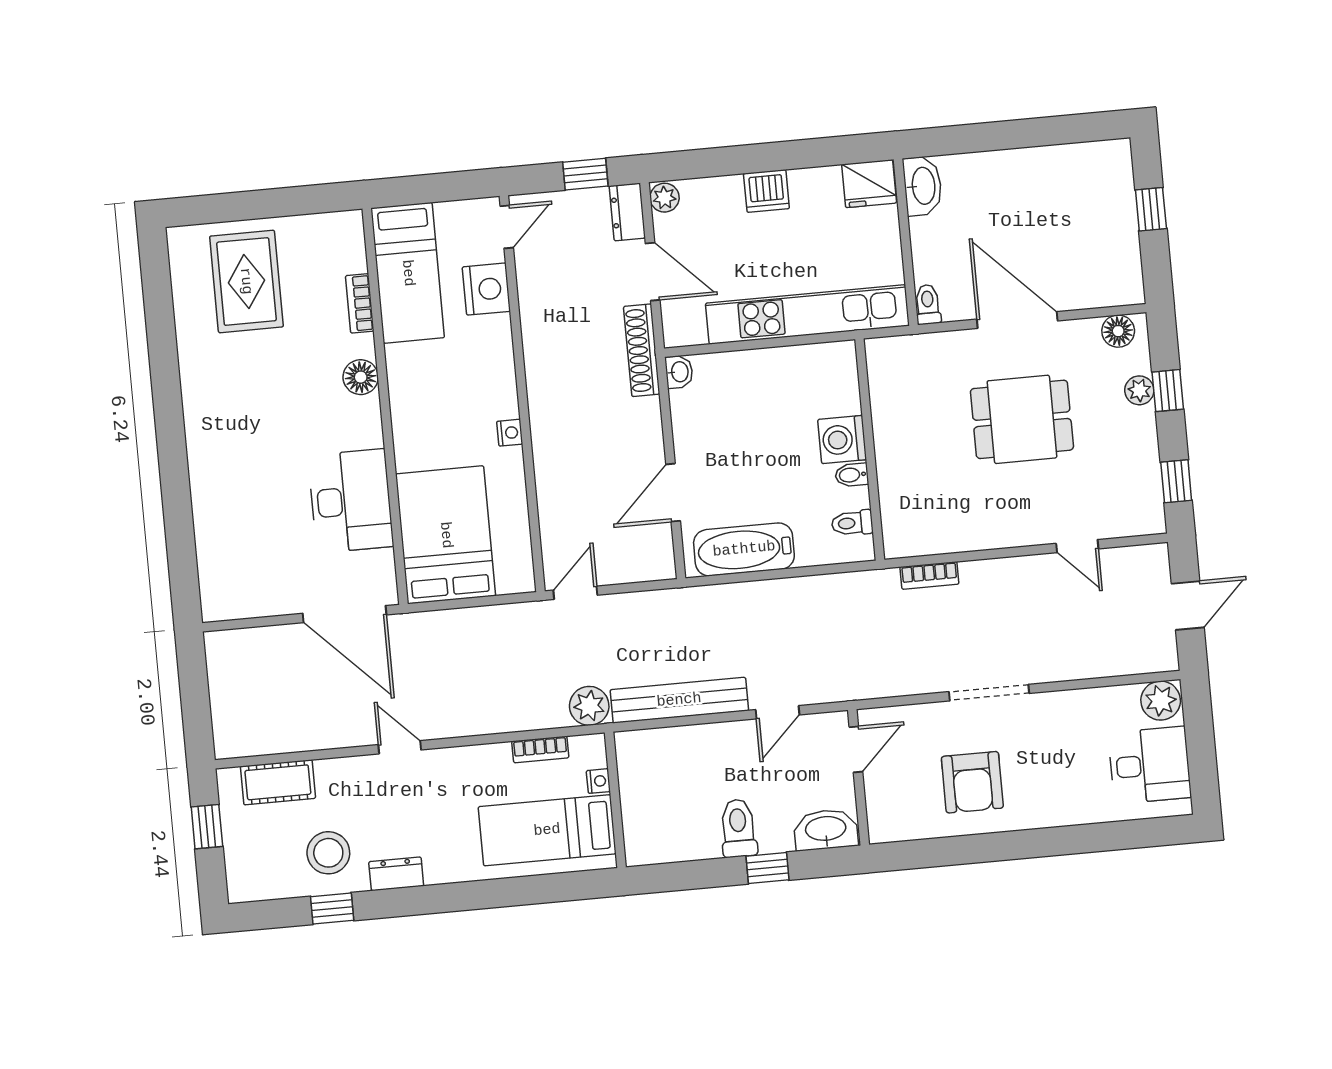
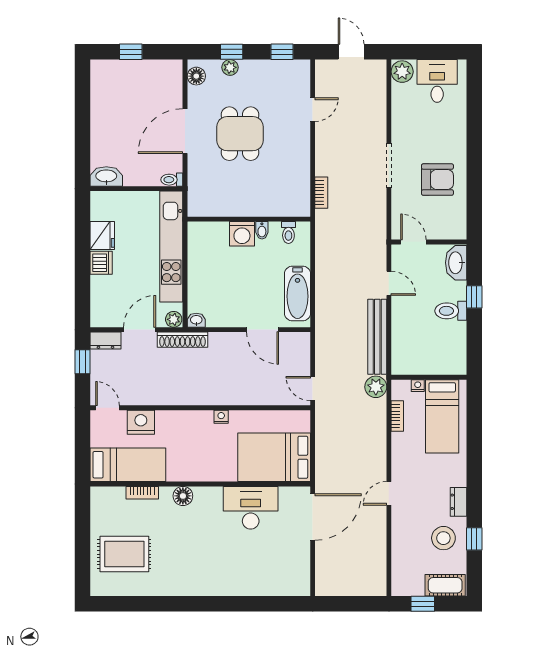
fridge: (869, 184) -> (102, 235), moved
plant: (665, 198) -> (174, 319), moved
cot: (278, 782) -> (445, 585), moved, turned 90

